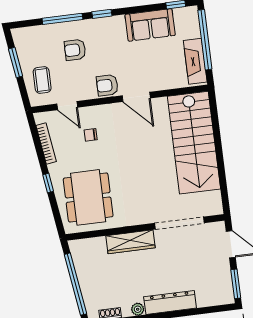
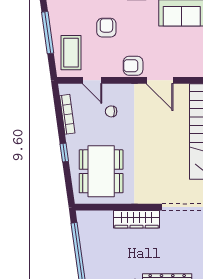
armchair: (75, 50) -> (106, 28), turned 90
window: (16, 63) -> (48, 33), width x1.44
coffee table: (42, 80) -> (71, 53), width x1.36, depth x1.30

